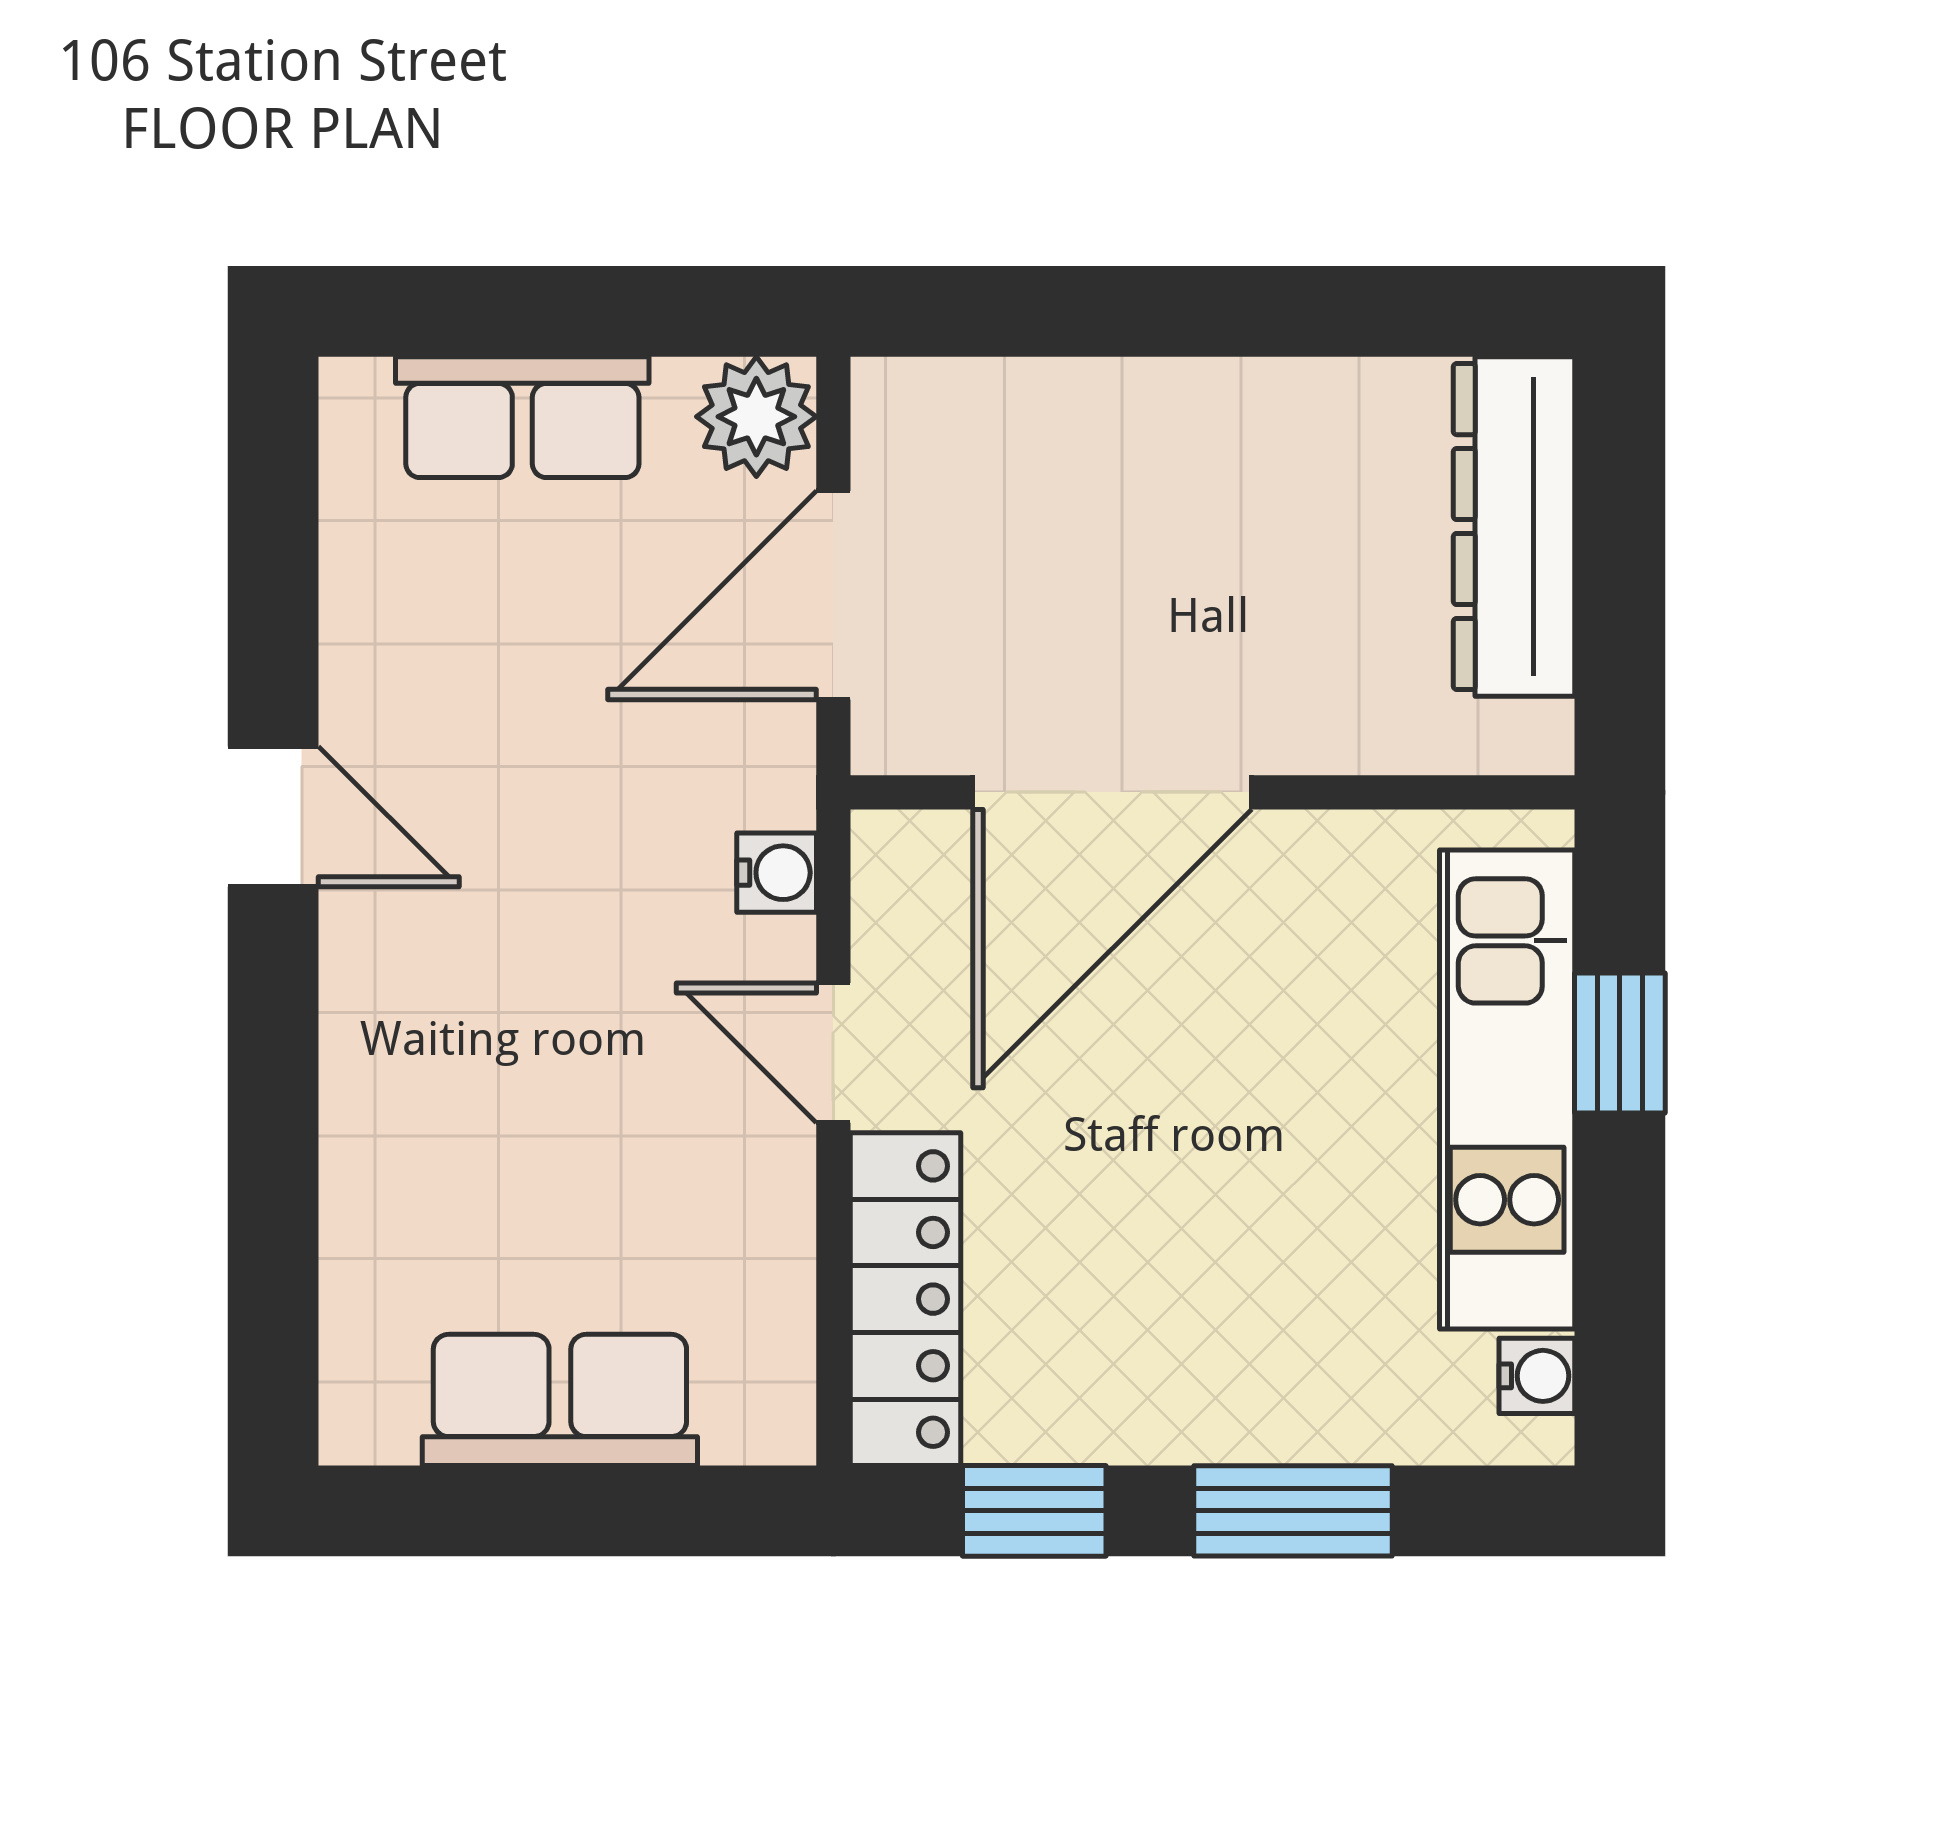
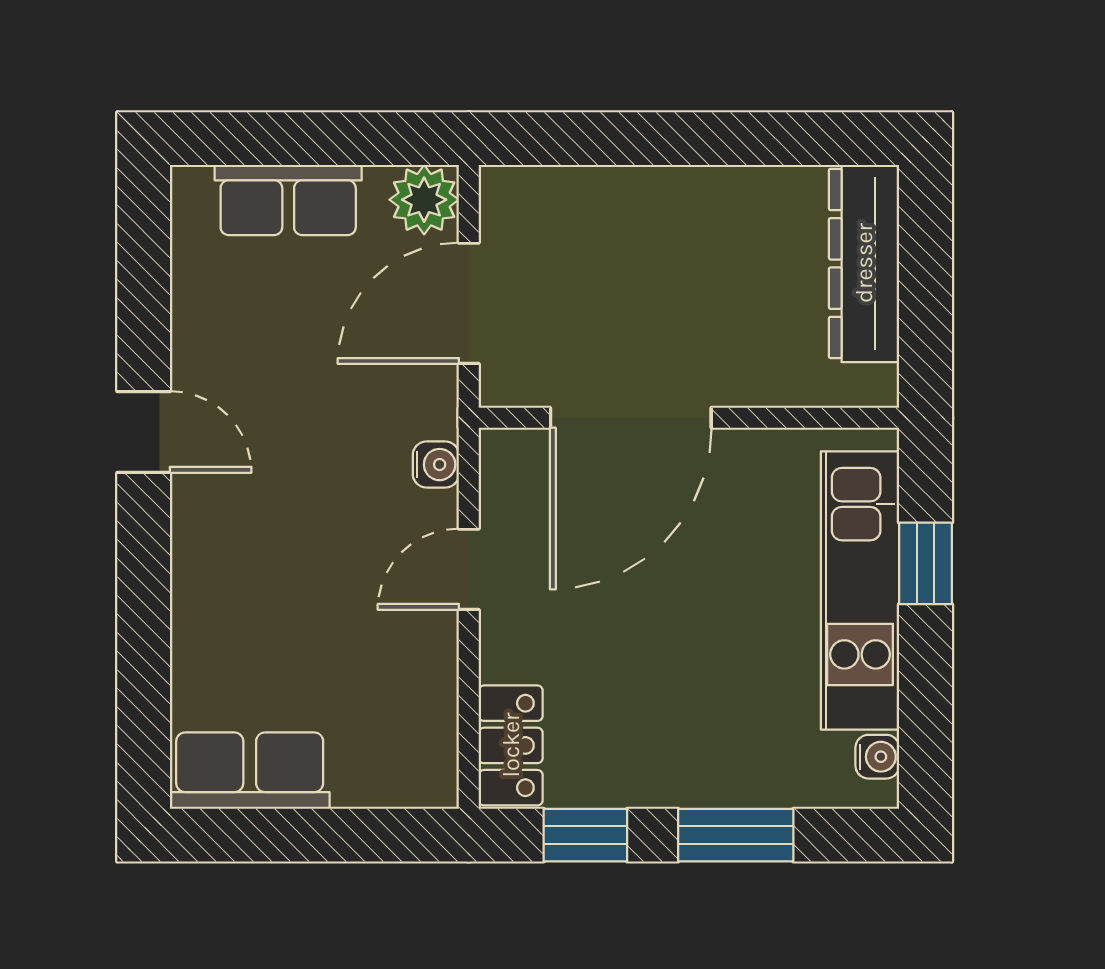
door: (833, 1053) -> (469, 569), hinge flipped
locker: (905, 1299) -> (511, 745), width x0.66
row of seats: (560, 1400) -> (250, 771), moved

